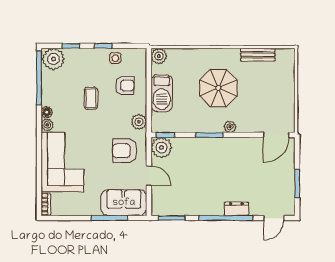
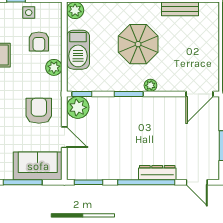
armchair: (125, 85) -> (39, 42), turned 90
plant: (139, 122) -> (54, 67), moved
armchair: (125, 151) -> (39, 111), turned 90
dresser: (236, 209) -> (157, 173), width x1.44
door: (274, 218) -> (197, 182), hinge flipped

